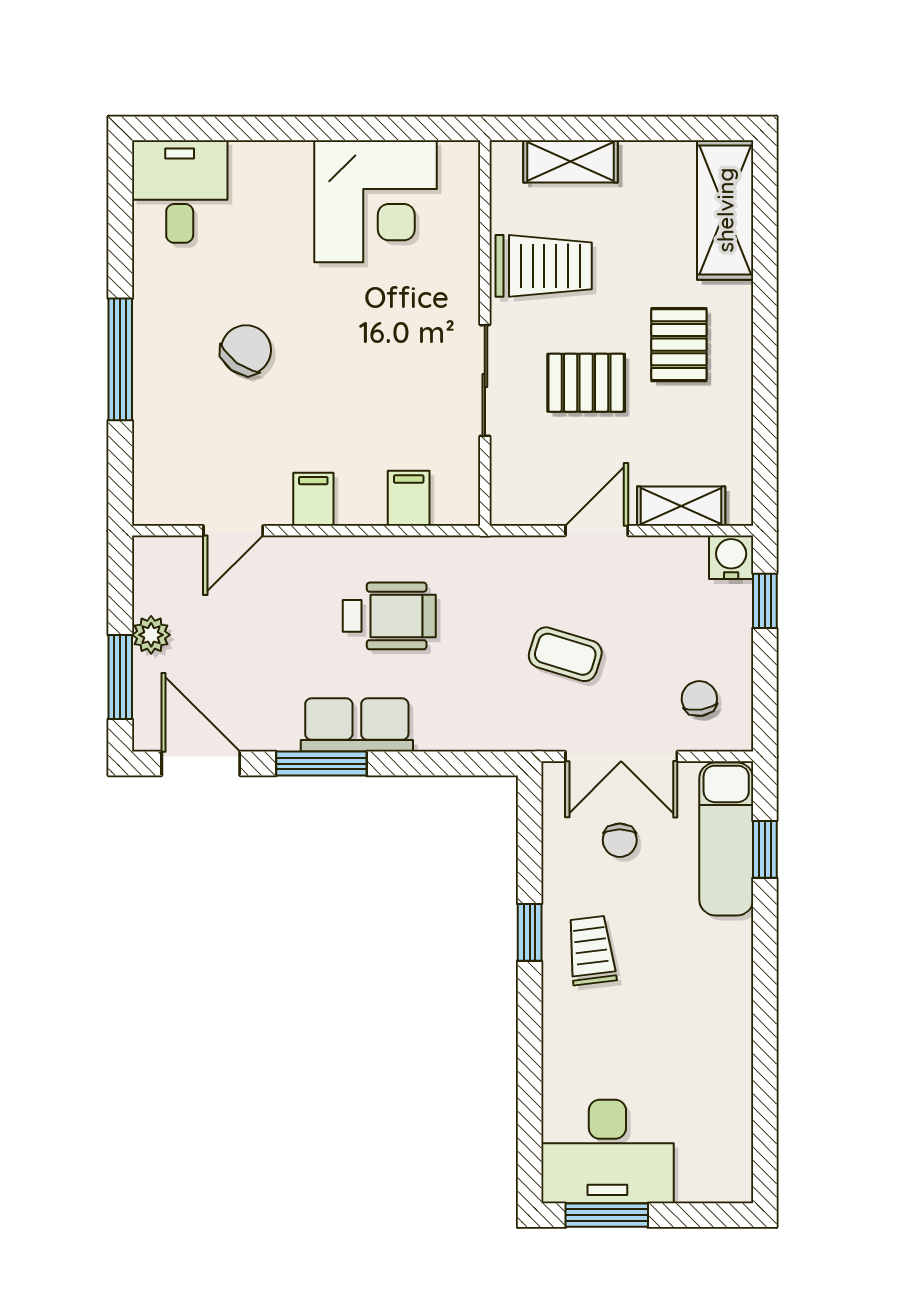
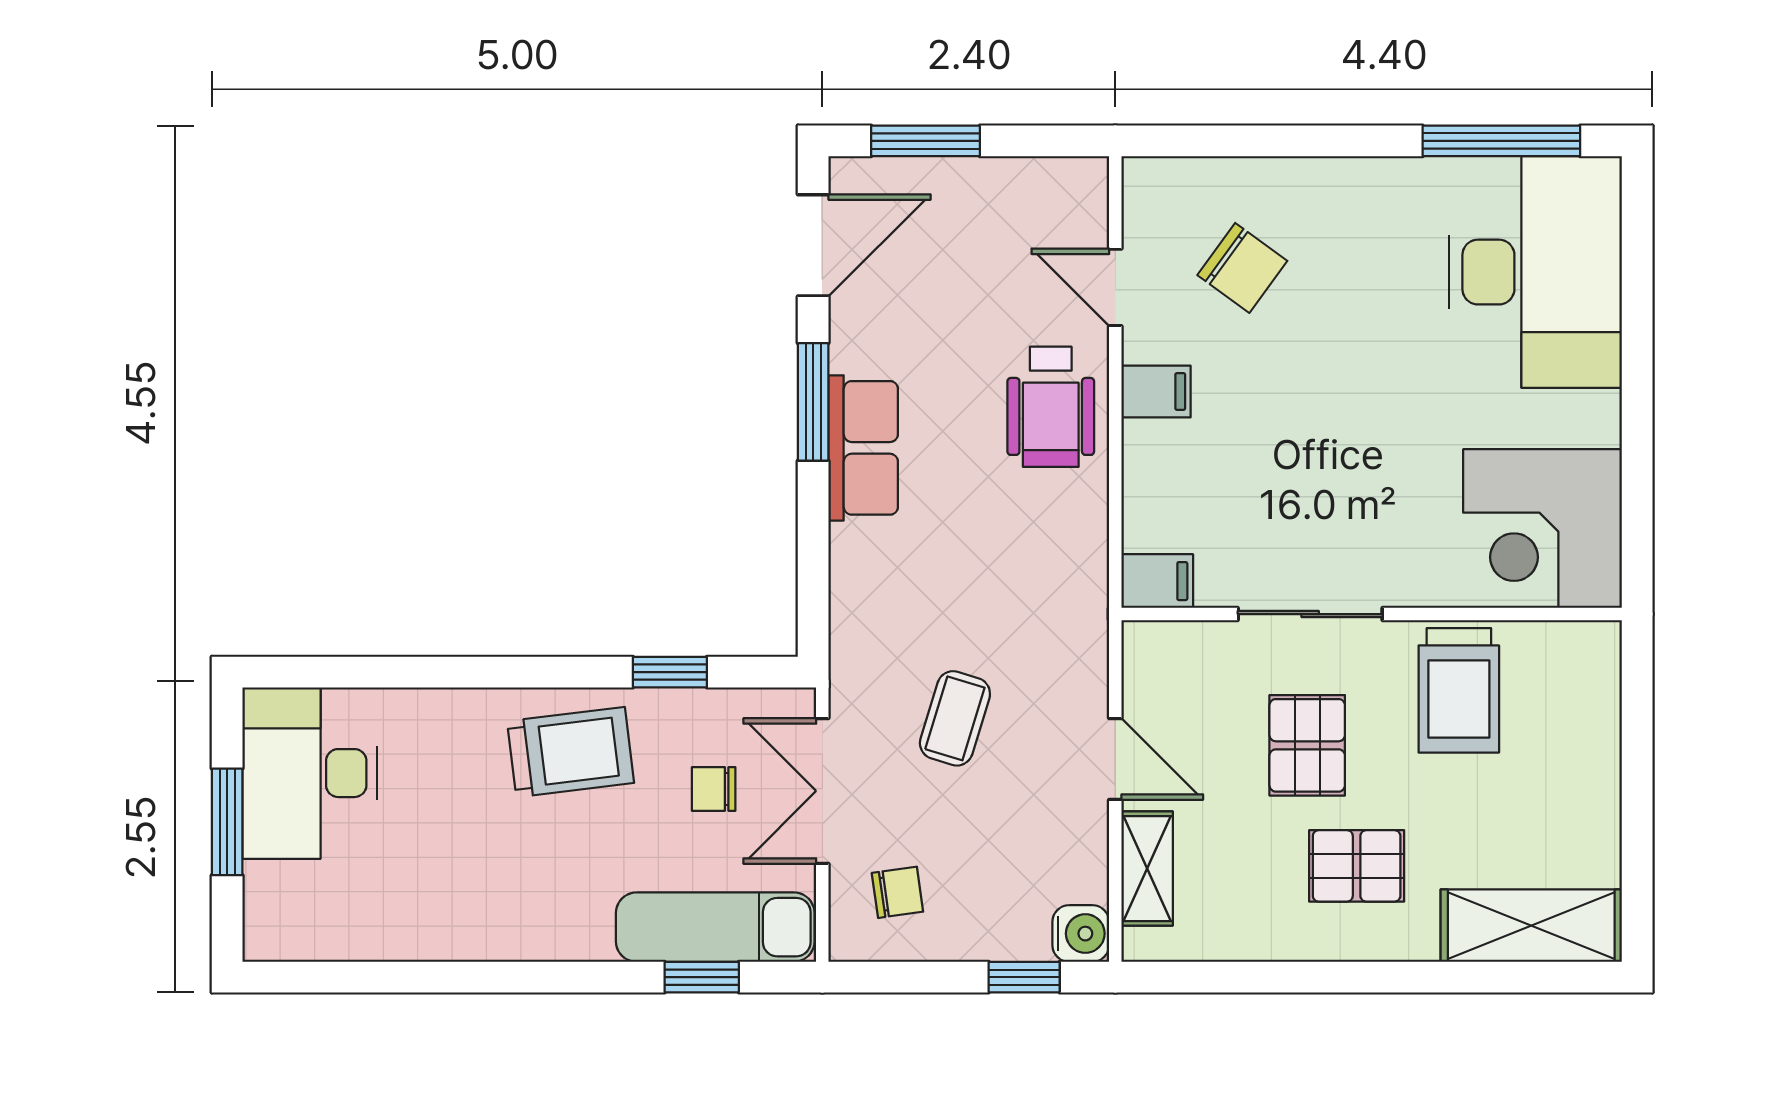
shelving: (570, 161) -> (1594, 725), removed
desk: (180, 192) -> (1535, 272), width x1.87, depth x1.30
corner desk: (375, 201) -> (1543, 529), moved
chair: (246, 350) -> (1242, 268), moved
window: (120, 359) -> (1501, 141), moved
filing cabinet: (409, 498) -> (1157, 581), moved
wheelchair: (389, 616) -> (1051, 407), moved
plant: (151, 635) -> (980, 181), removed
window: (530, 932) -> (670, 672), moved
trolley: (591, 951) -> (571, 752), width x1.36, depth x1.39
window: (607, 1215) -> (227, 822), moved

